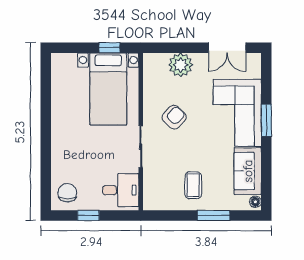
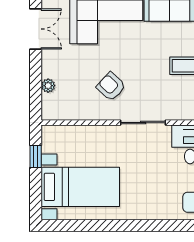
plant: (181, 65) -> (48, 86), width x0.53, depth x0.53
bed with nightstands: (108, 89) -> (80, 187), moved

